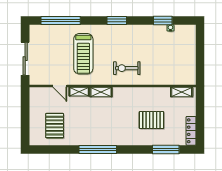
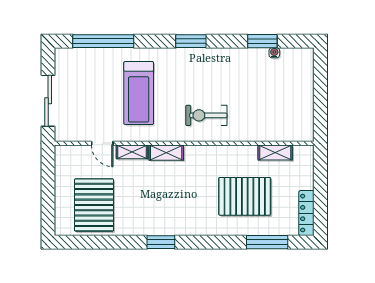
shelving: (182, 92) -> (275, 153), moved
pallet: (151, 120) -> (245, 196), width x1.37, depth x1.41
pallet: (55, 126) -> (94, 205), width x1.37, depth x1.41
window: (98, 149) -> (161, 242), width x0.47

